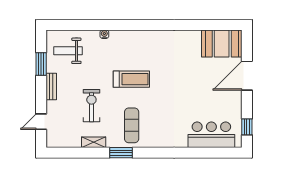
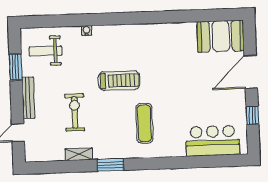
bench: (51, 86) -> (28, 98), width x1.36
exercise mat: (132, 125) -> (144, 123), moved
window: (247, 127) -> (252, 115), moved

